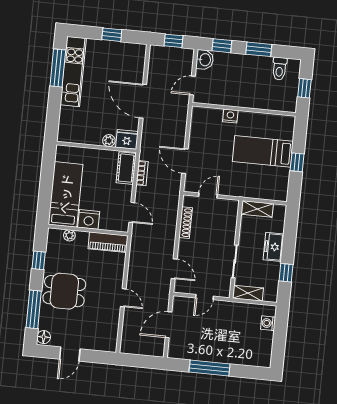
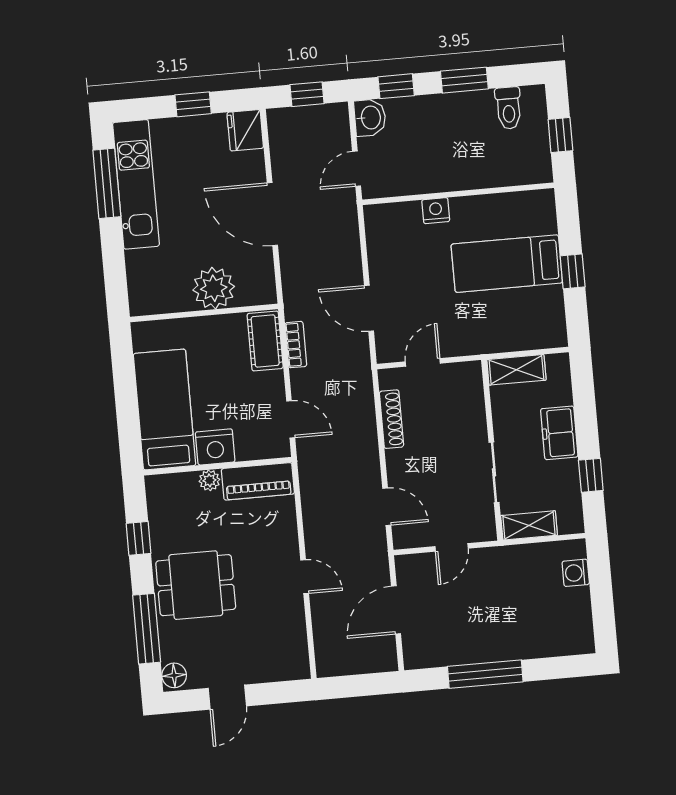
fridge: (127, 139) -> (245, 130), moved, turned -90
plant: (109, 141) -> (214, 288), width x1.87, depth x1.87
plant: (69, 235) -> (209, 480), moved

